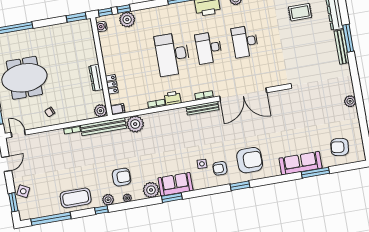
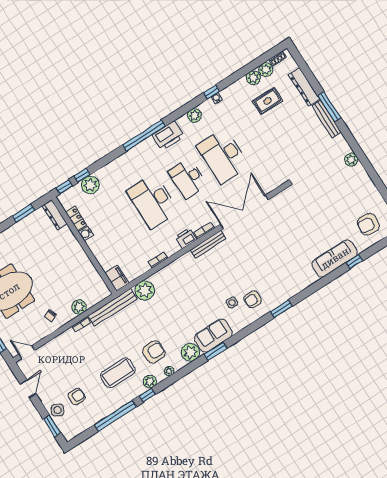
window: (76, 17) -> (24, 213), moved
water cooler: (102, 27) -> (86, 233), moved
desk: (245, 41) -> (223, 156), width x1.36, depth x1.30
dresser: (96, 78) -> (55, 215), moved
locker: (112, 84) -> (76, 218), moved
double door: (243, 94) -> (244, 212), swing flipped
printer: (173, 98) -> (186, 238), moved
plant: (350, 101) -> (351, 160), moved
filing cabinet: (118, 109) -> (117, 278), width x2.00
plant: (100, 111) -> (79, 307), moved
armchair: (250, 160) -> (77, 397), moved, width x0.53, depth x0.53
window: (315, 173) -> (354, 262), width x0.46
coffee table: (76, 198) -> (118, 373), moved
window: (51, 219) -> (115, 416), moved

